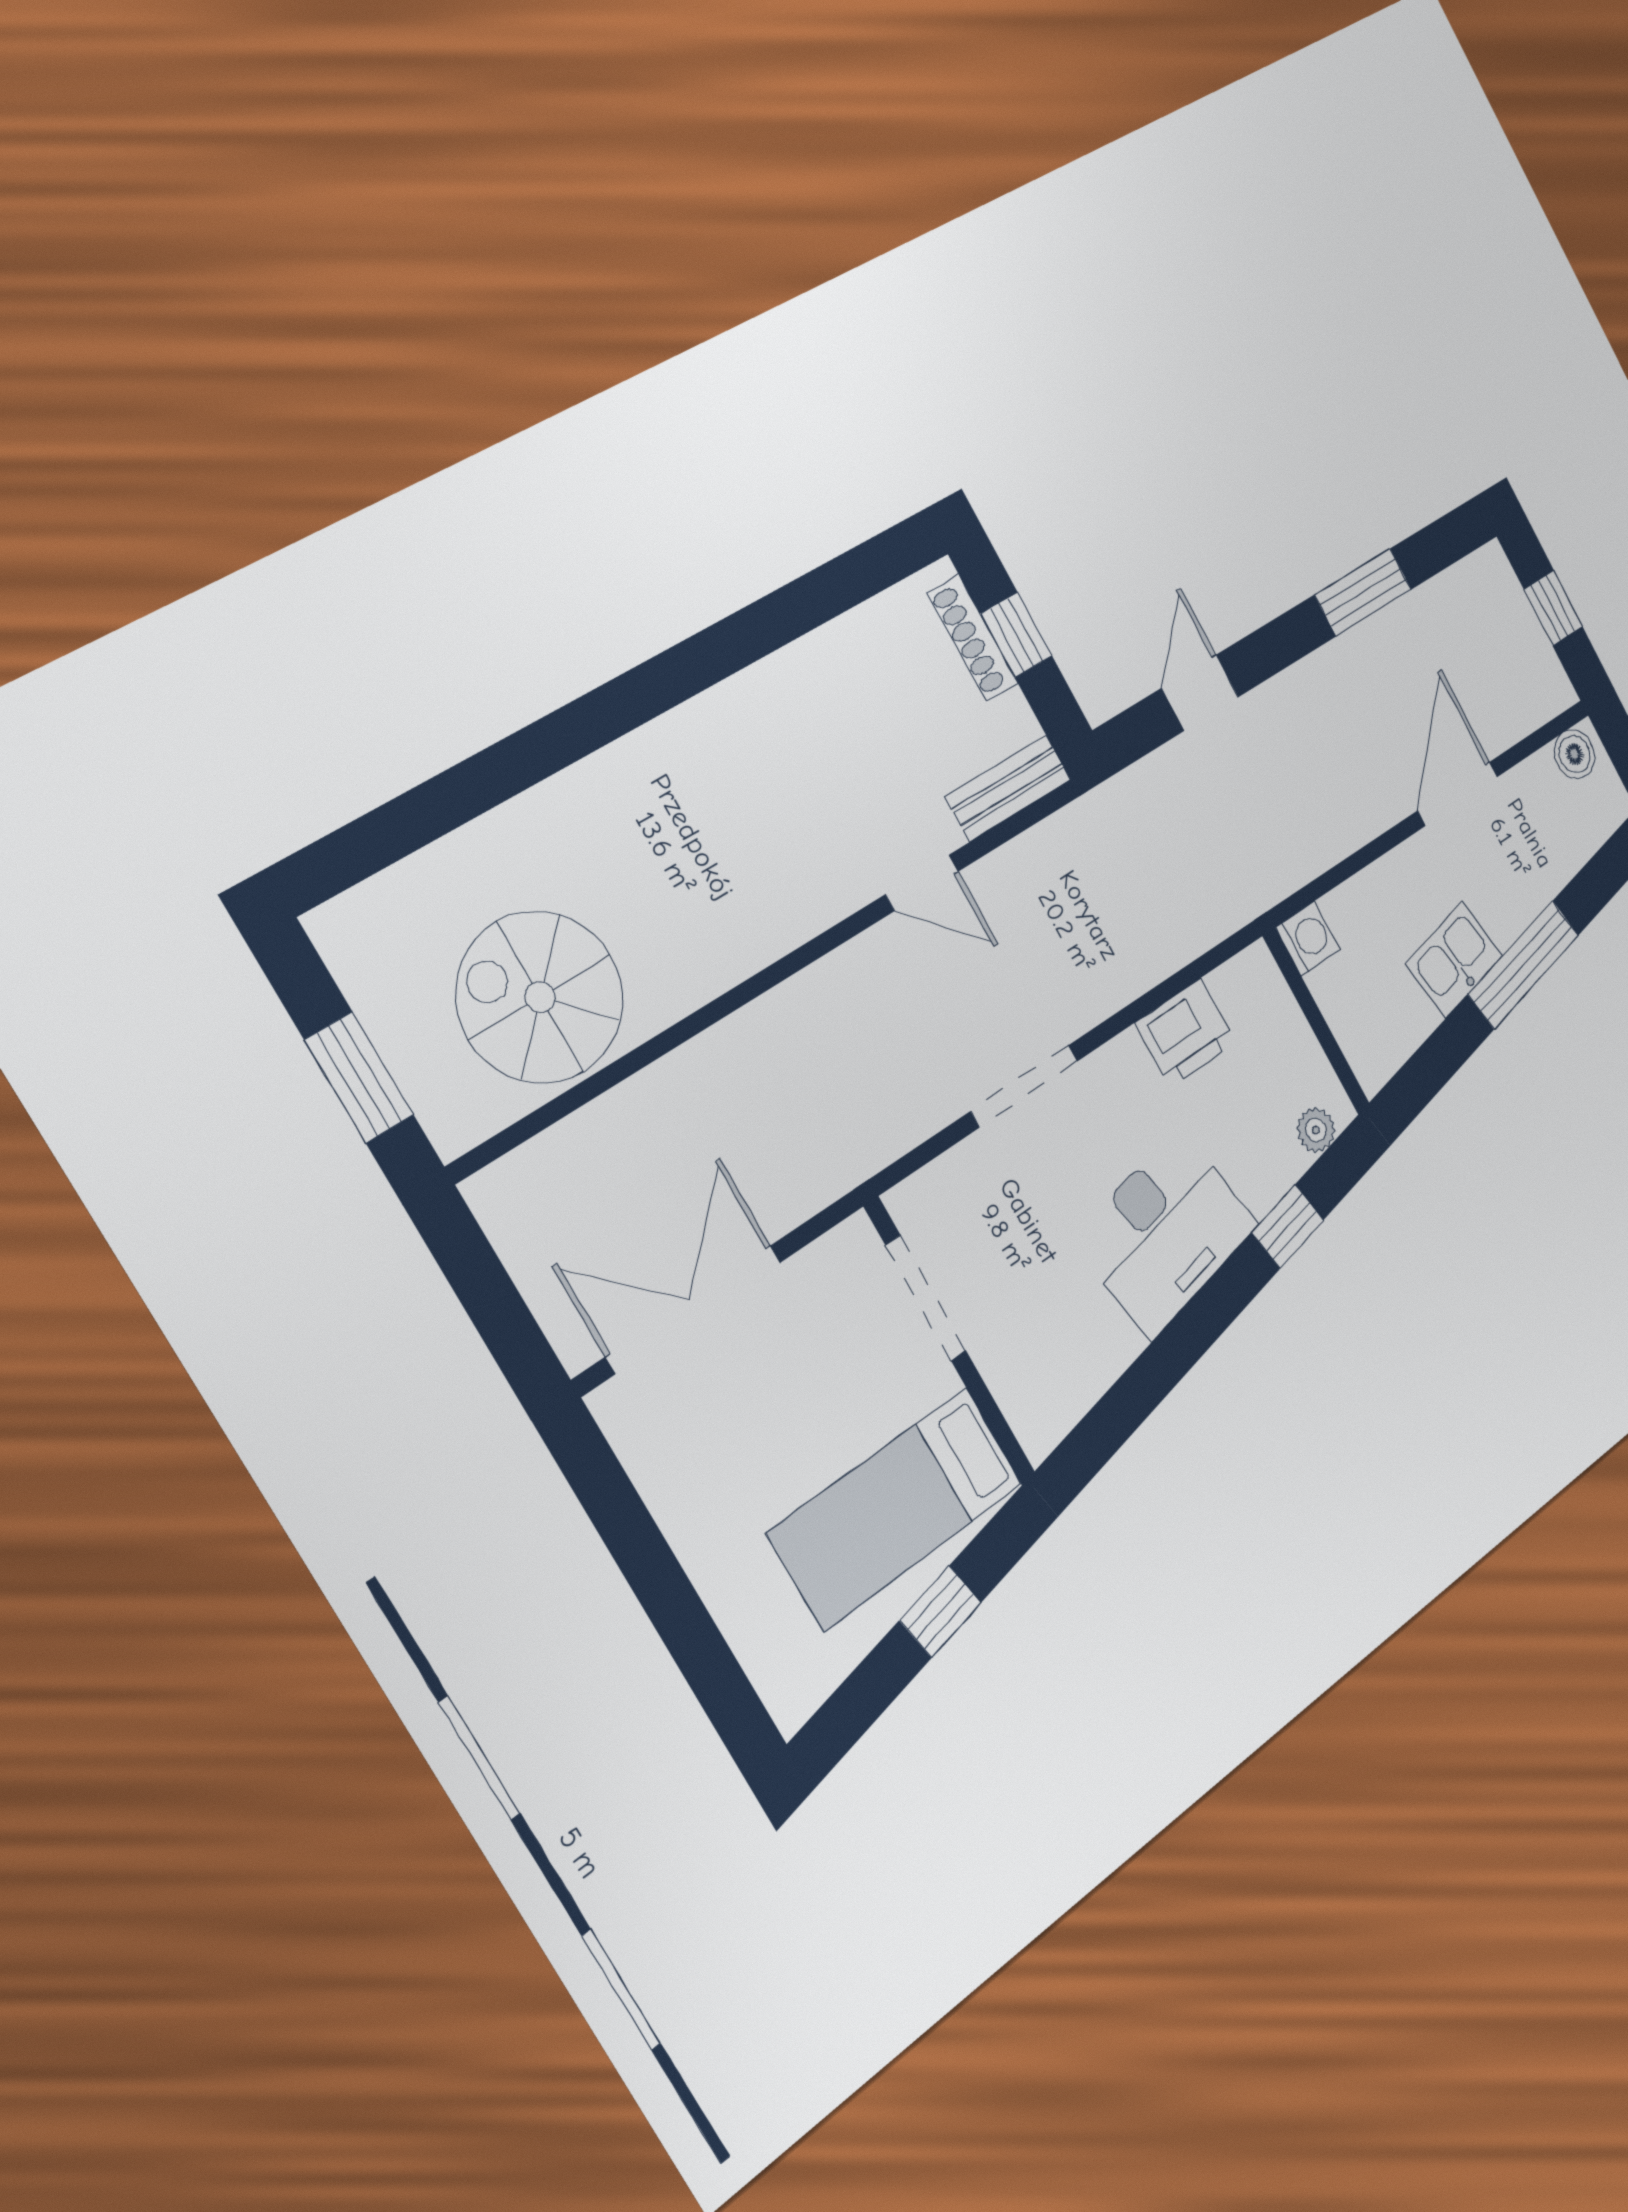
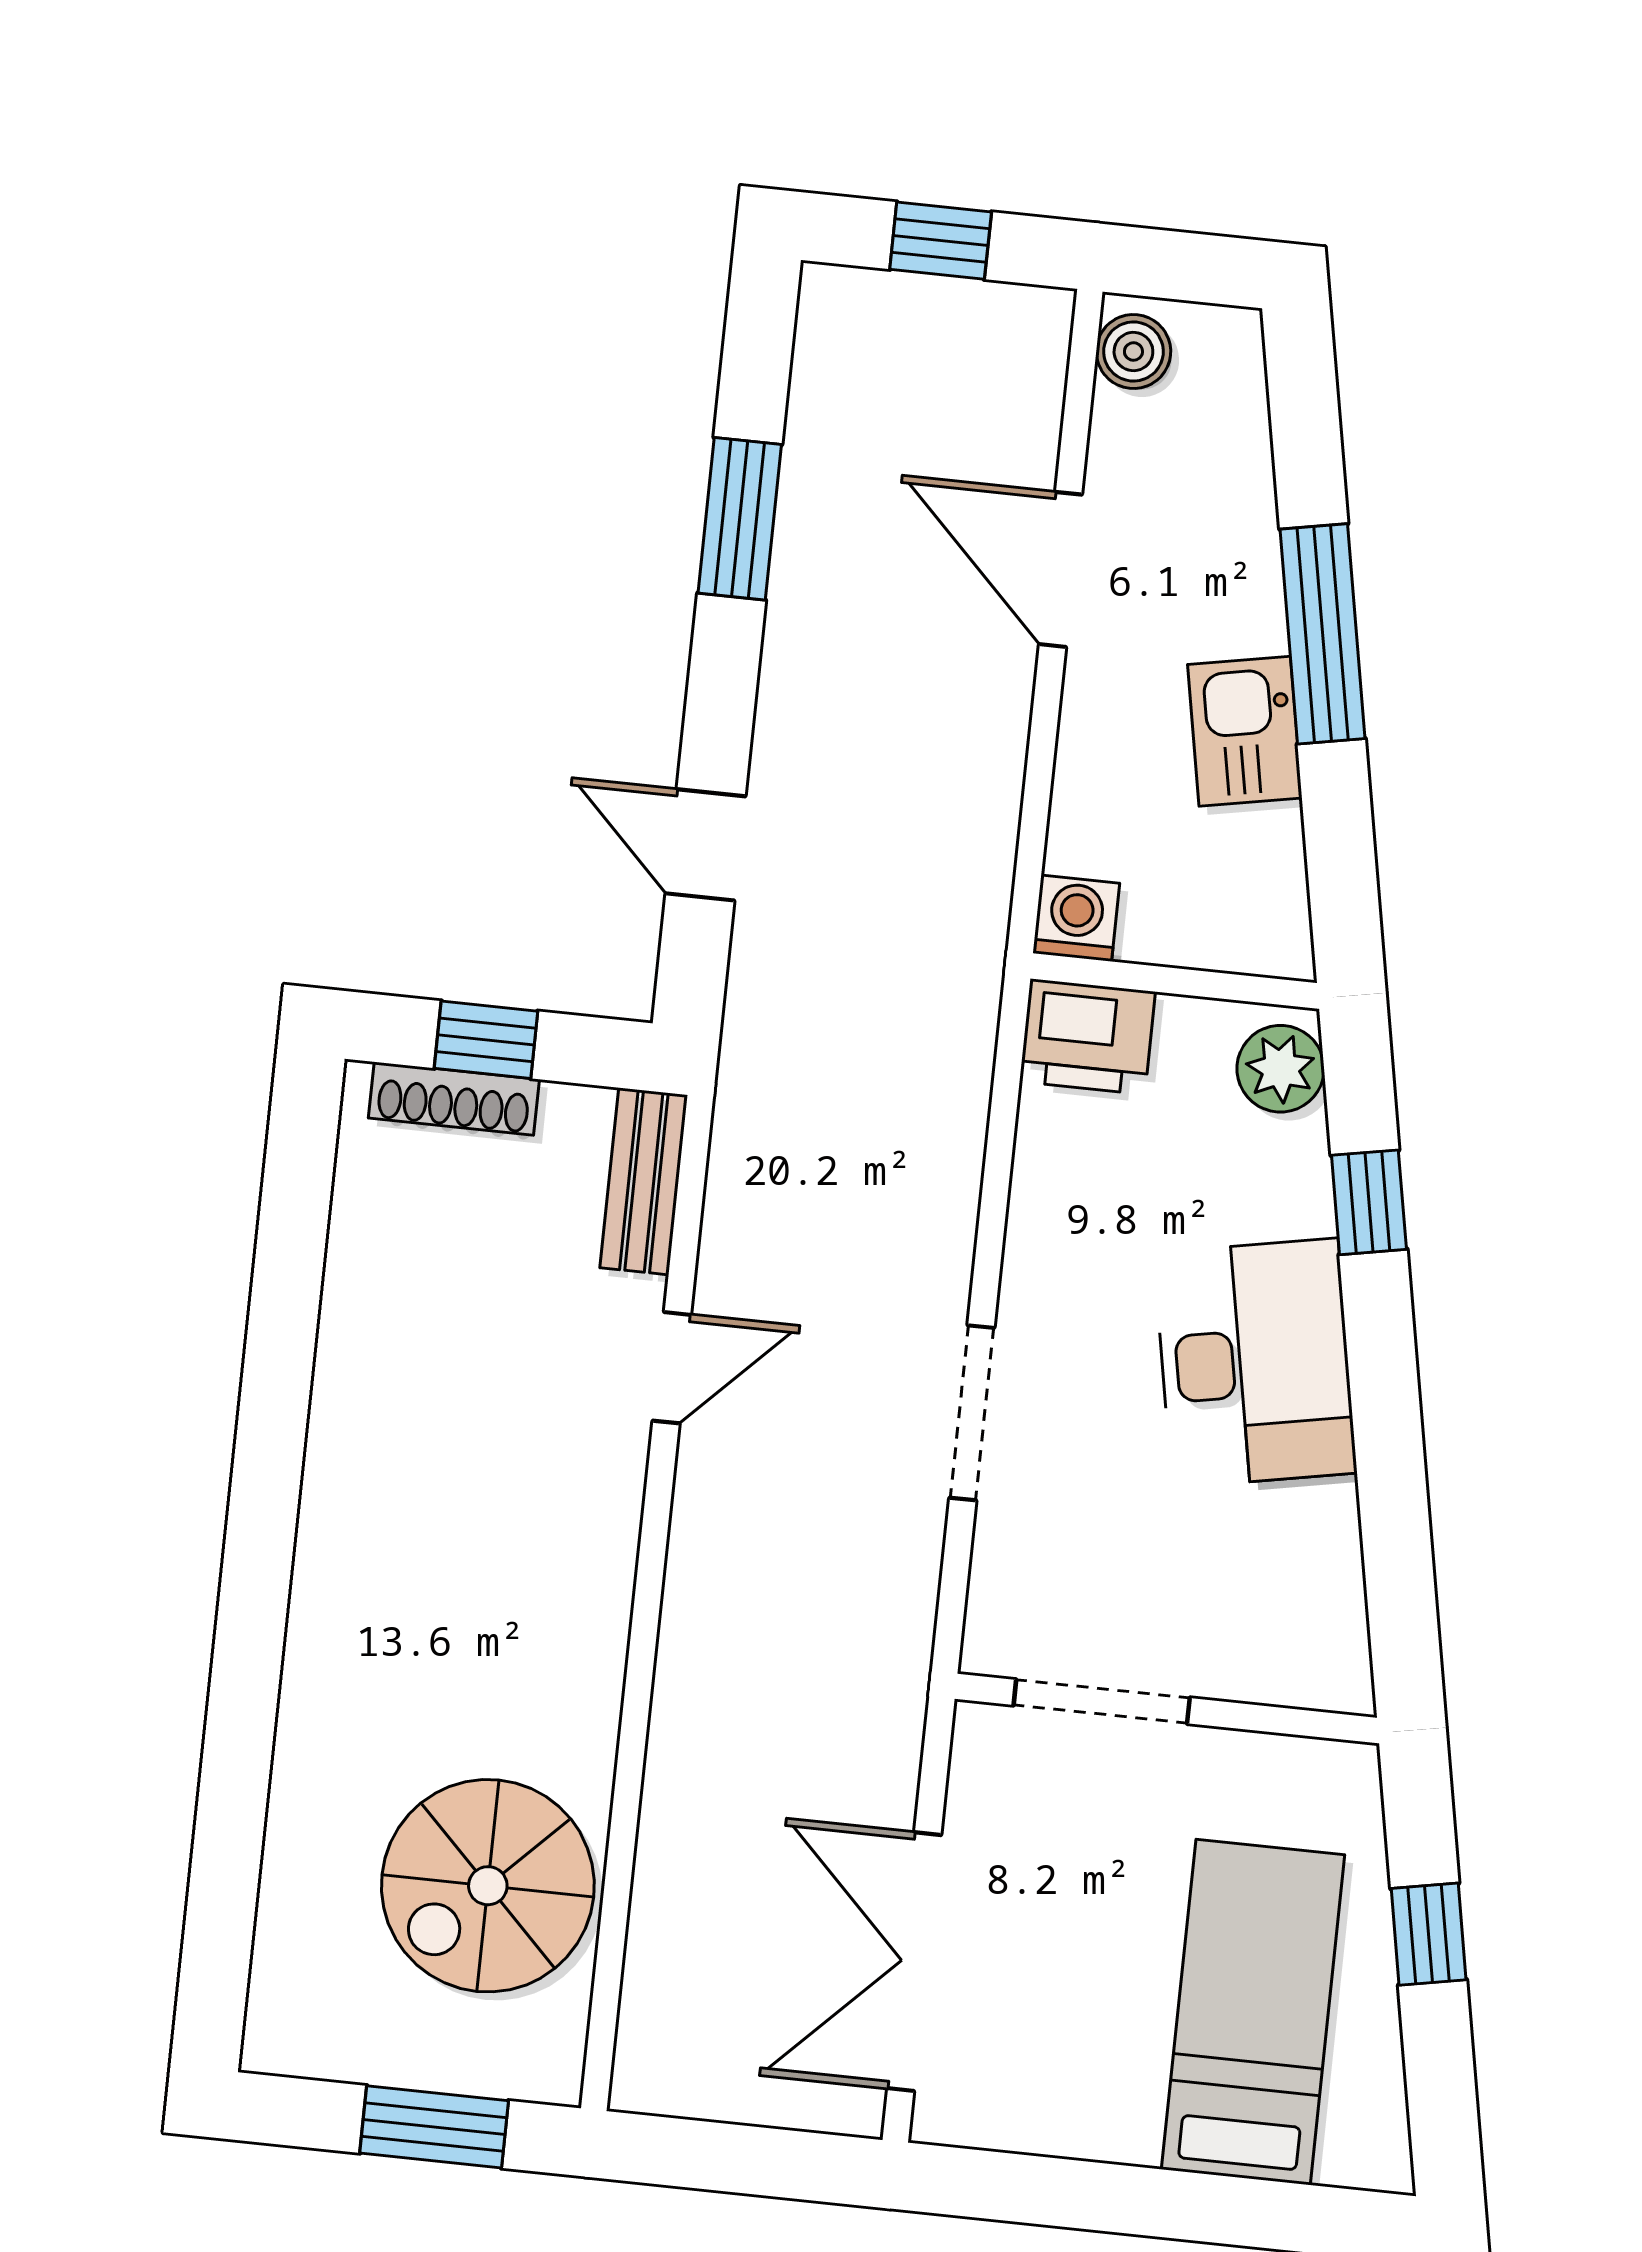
printer: (1186, 1033) -> (1088, 1037), moved, turned 90
plant: (1316, 1130) -> (1281, 1069), width x1.38, depth x1.38
bed: (896, 1508) -> (1253, 2012), moved, turned 180

